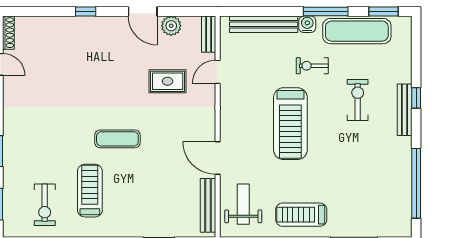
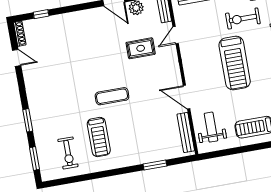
window: (86, 11) -> (41, 14), moved
exercise bike: (312, 66) -> (243, 19), width x1.38, depth x1.39
treadmill: (90, 191) -> (99, 137), turned 180

